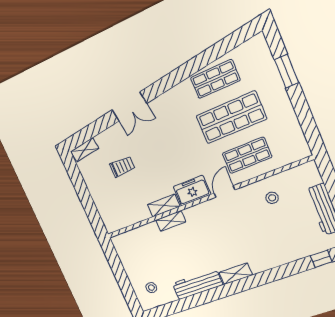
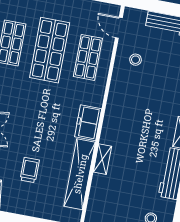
door: (225, 191) -> (119, 28), moved
shelving: (164, 206) -> (80, 174), width x2.20, depth x1.33

